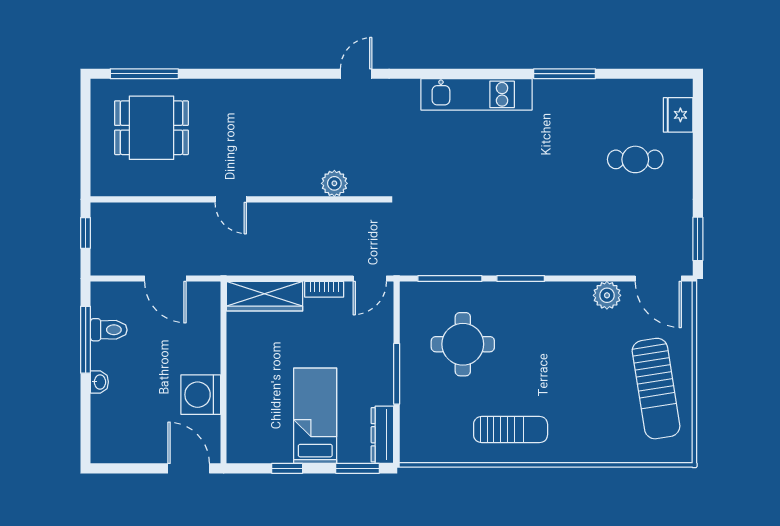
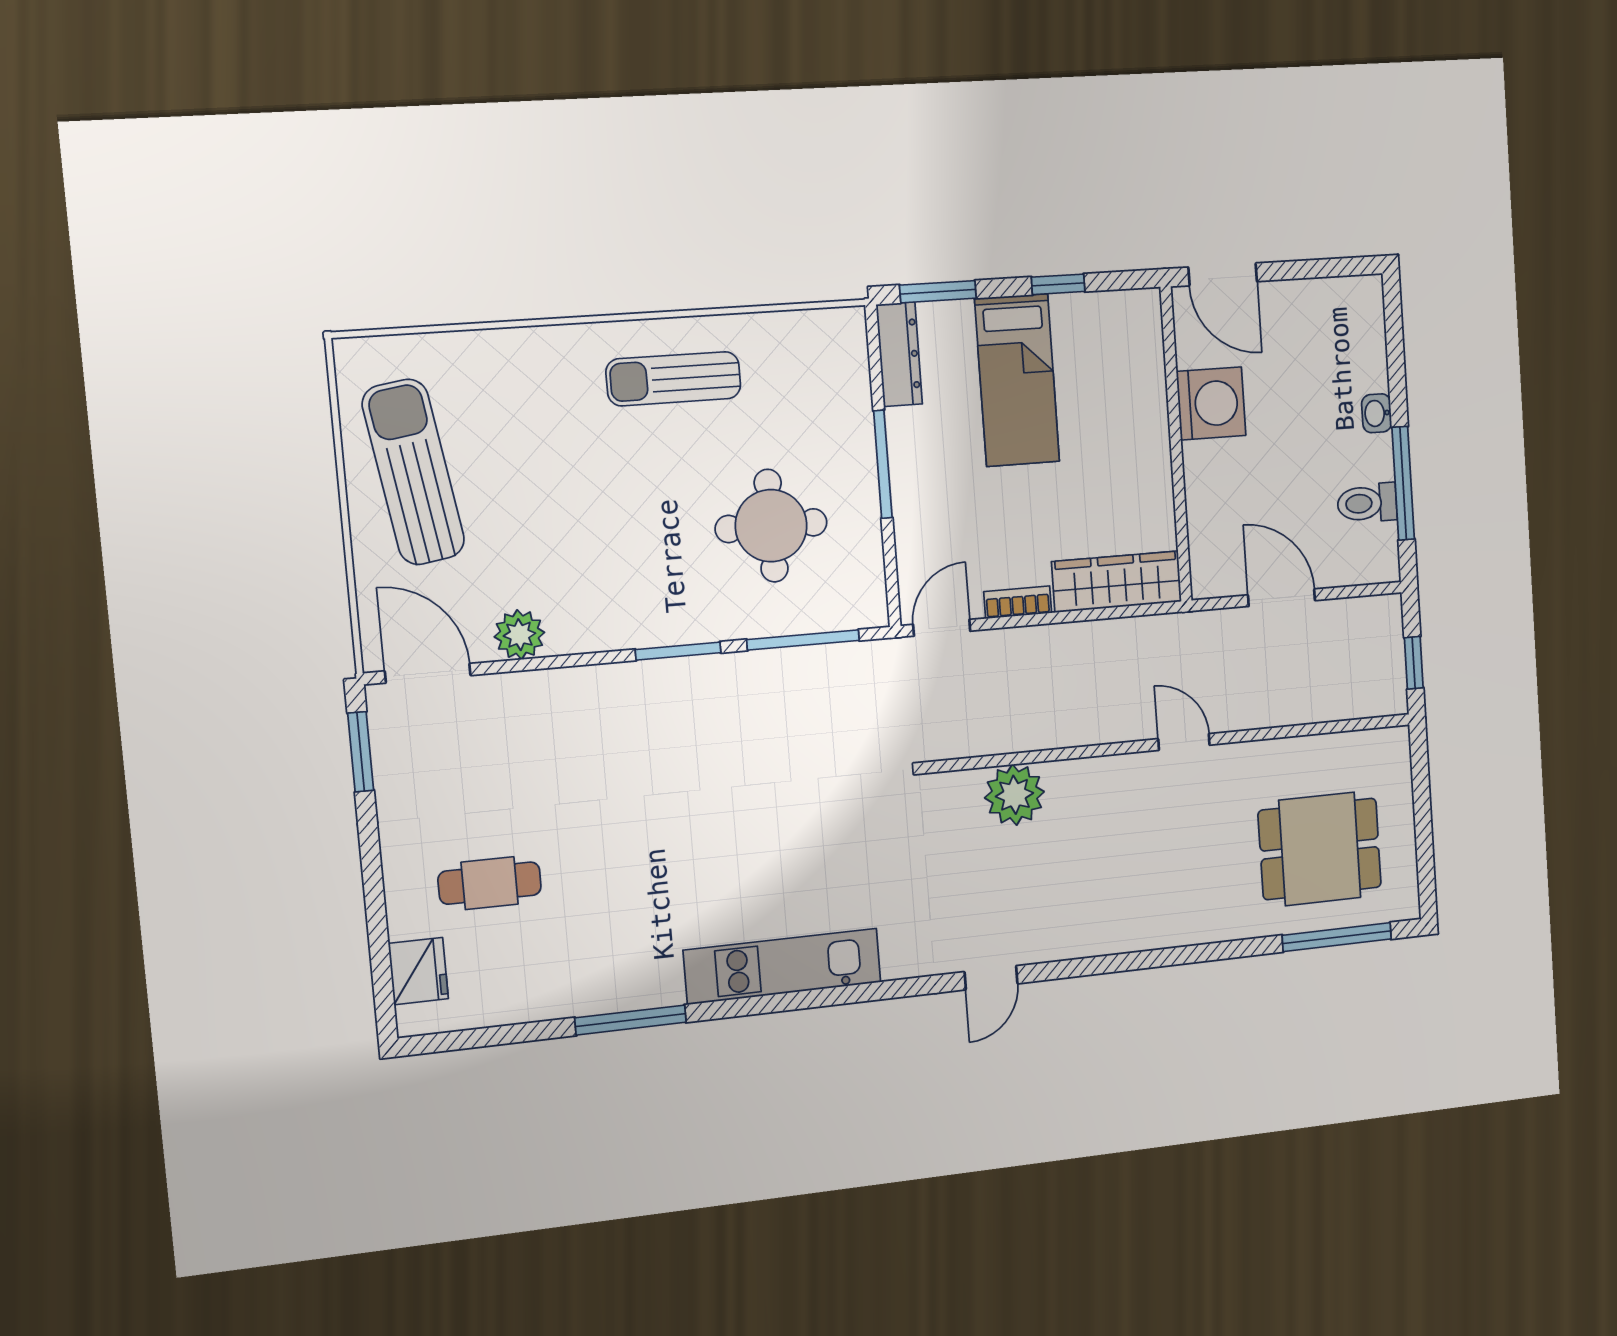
plant: (334, 183) -> (1014, 795), width x1.36, depth x1.36

